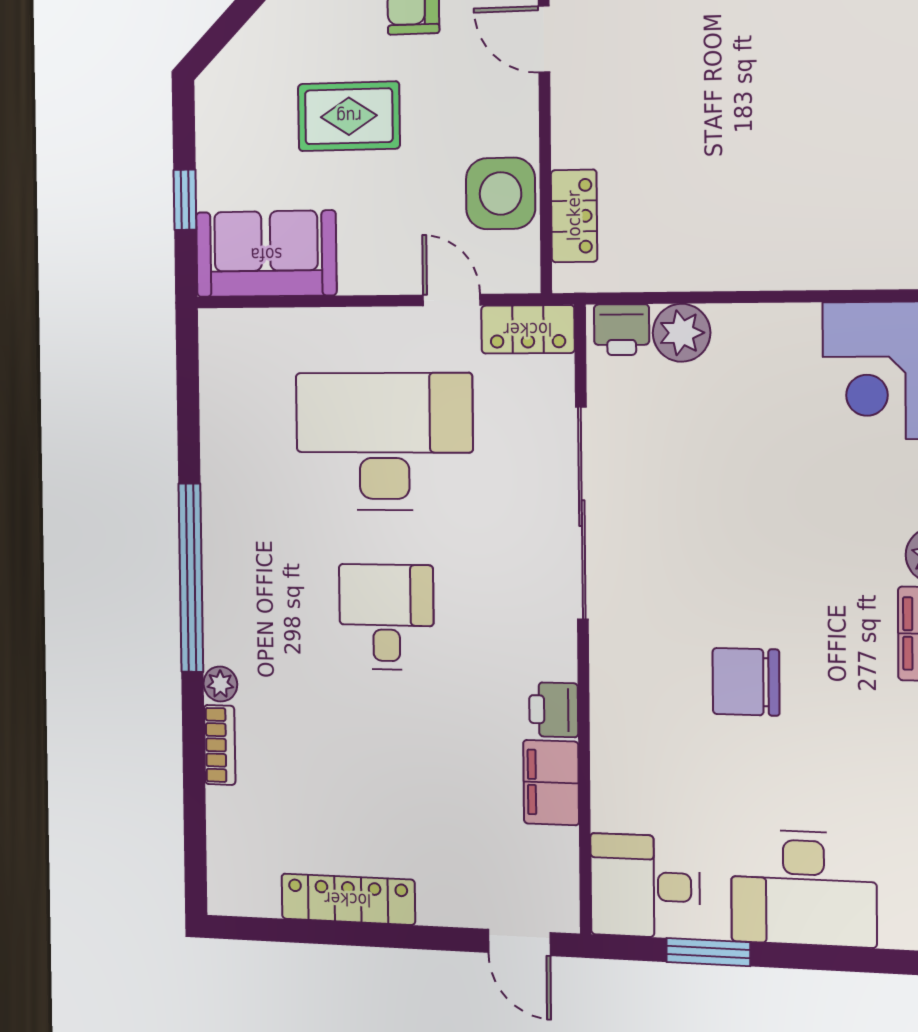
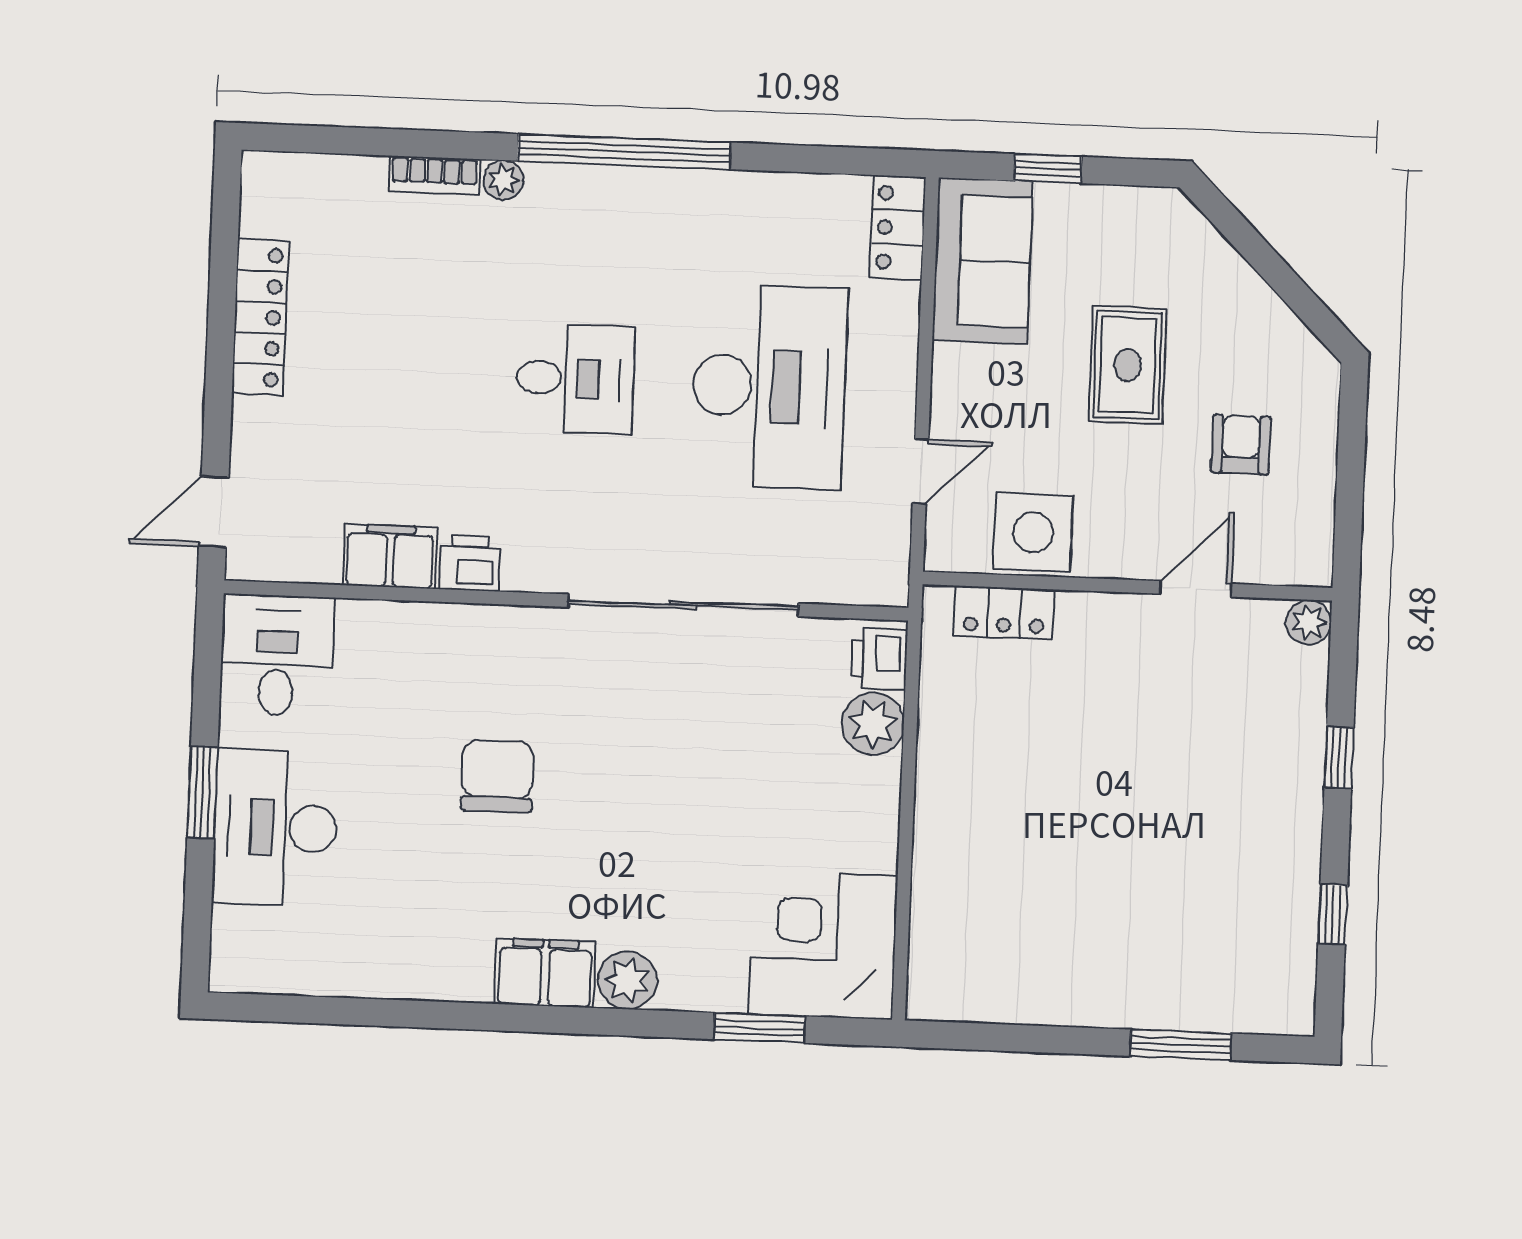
locker: (528, 329) -> (898, 228), moved
window: (708, 952) -> (202, 792), moved

